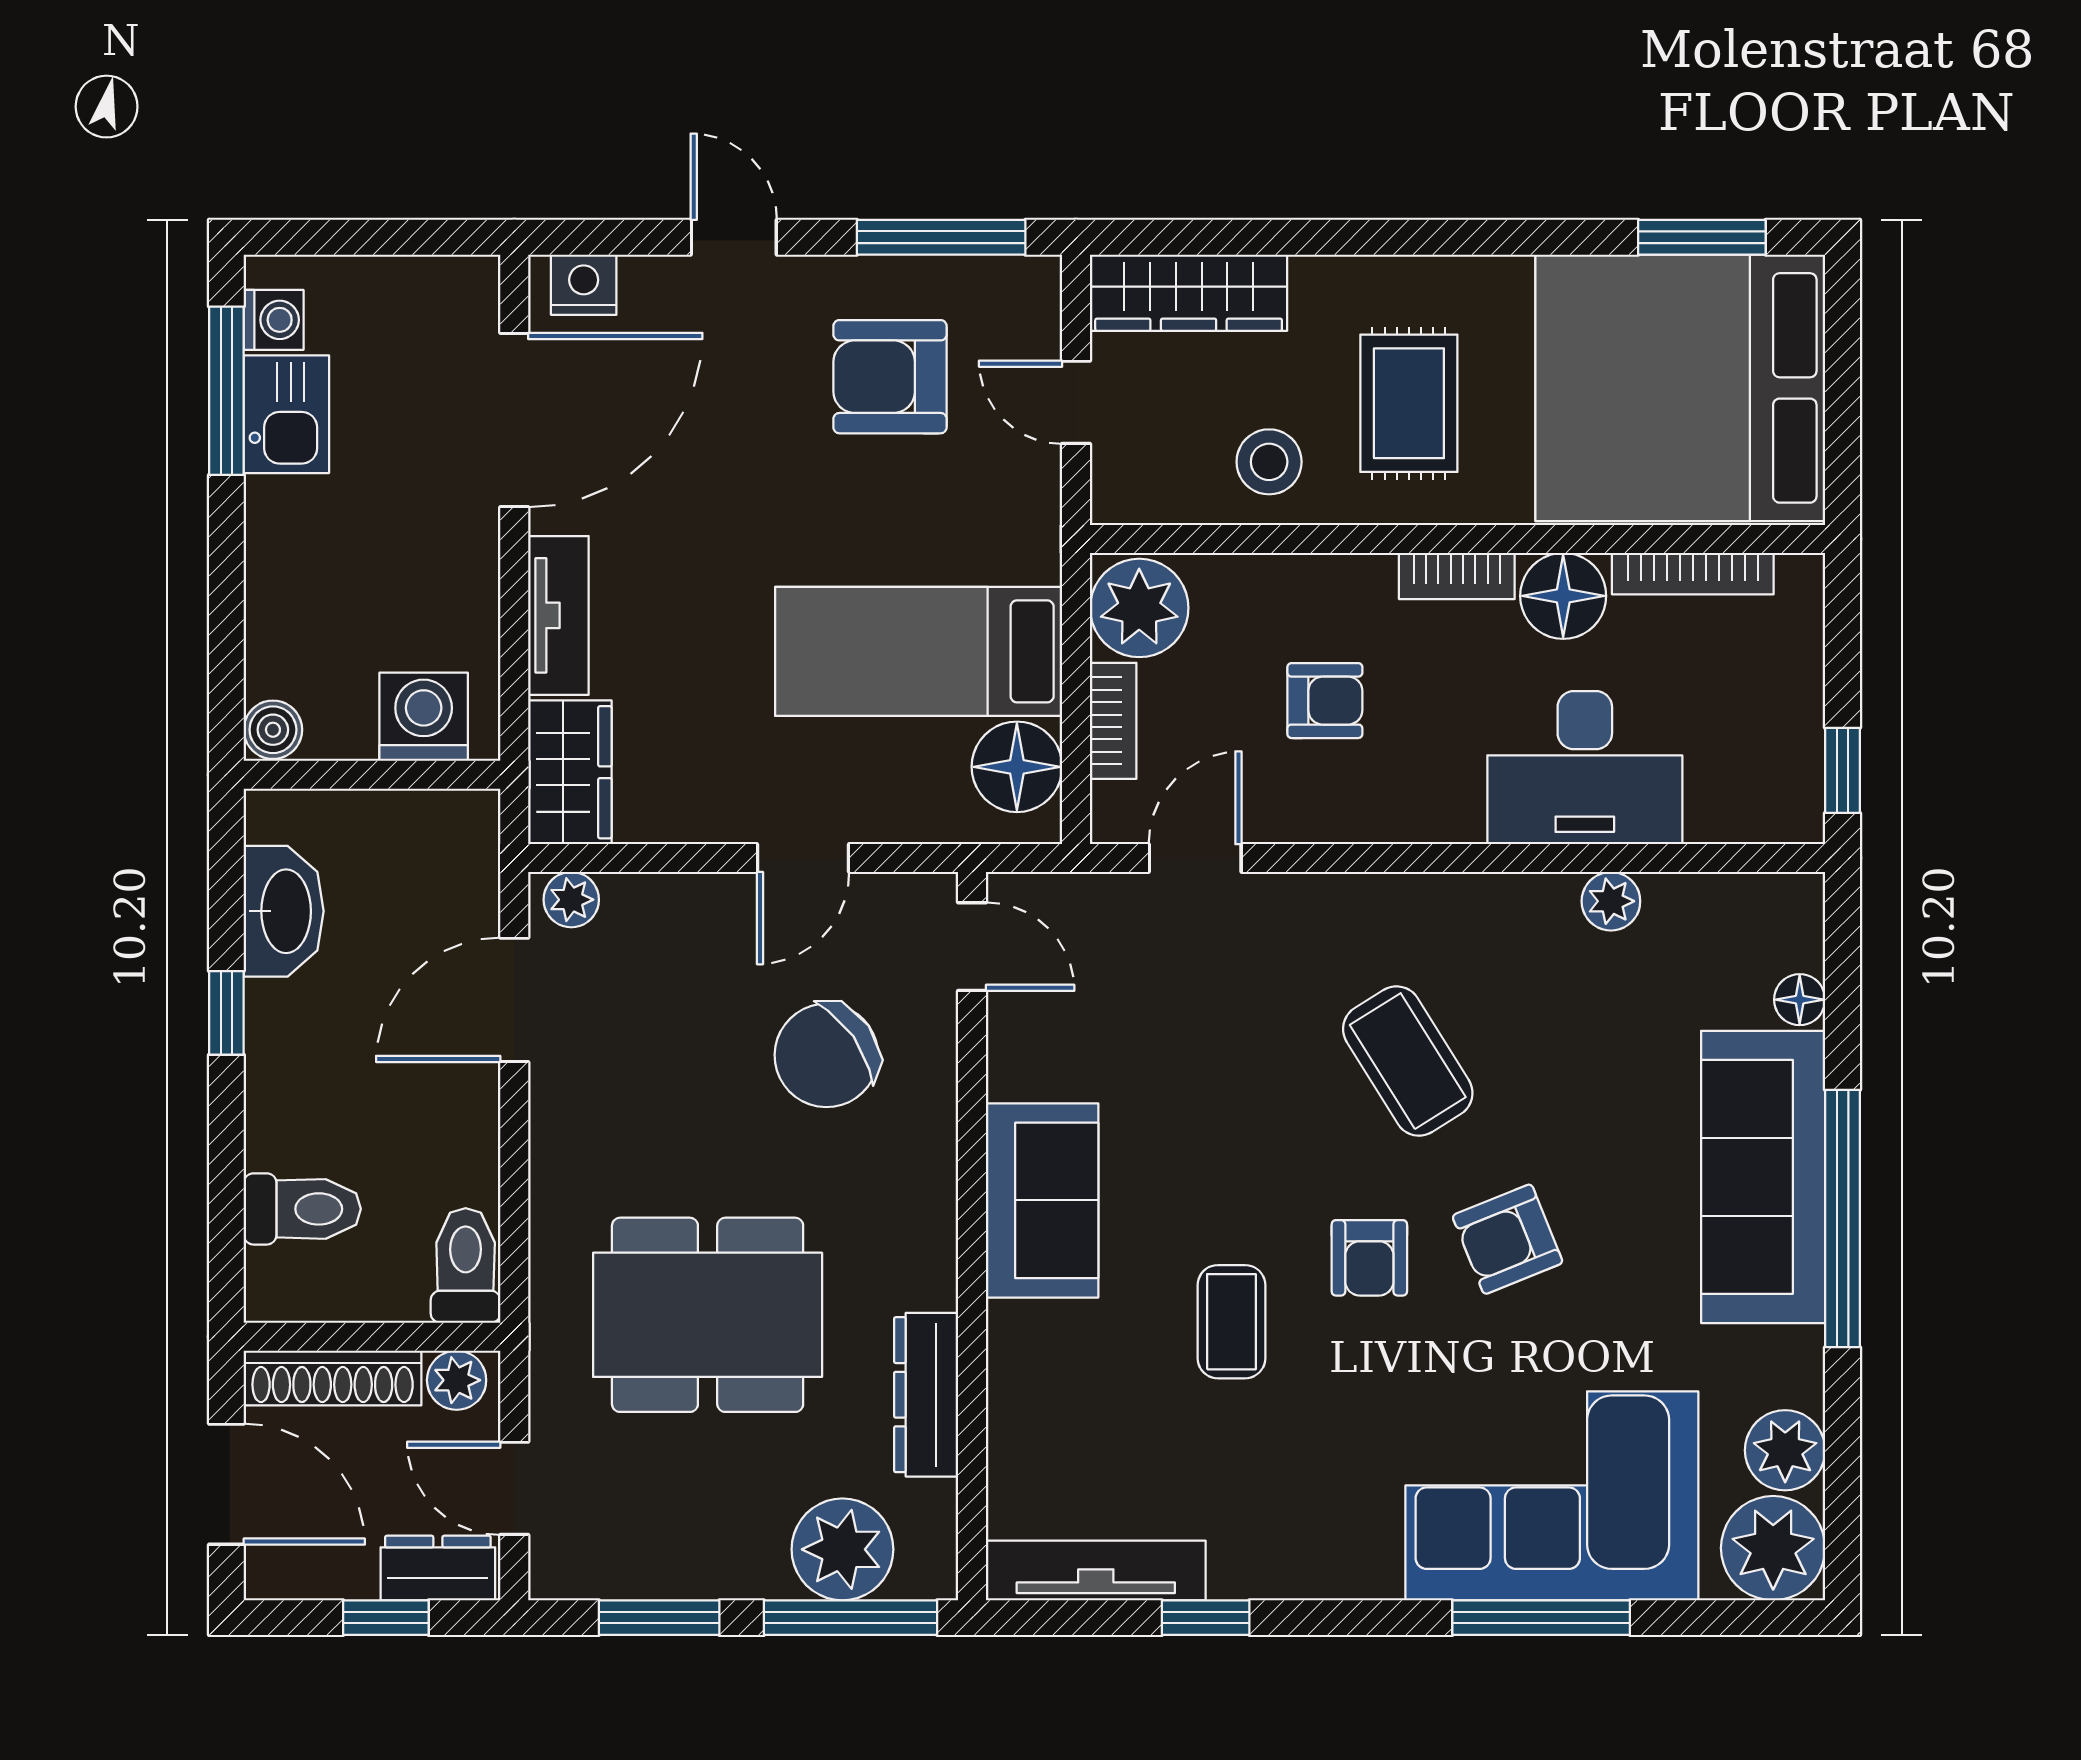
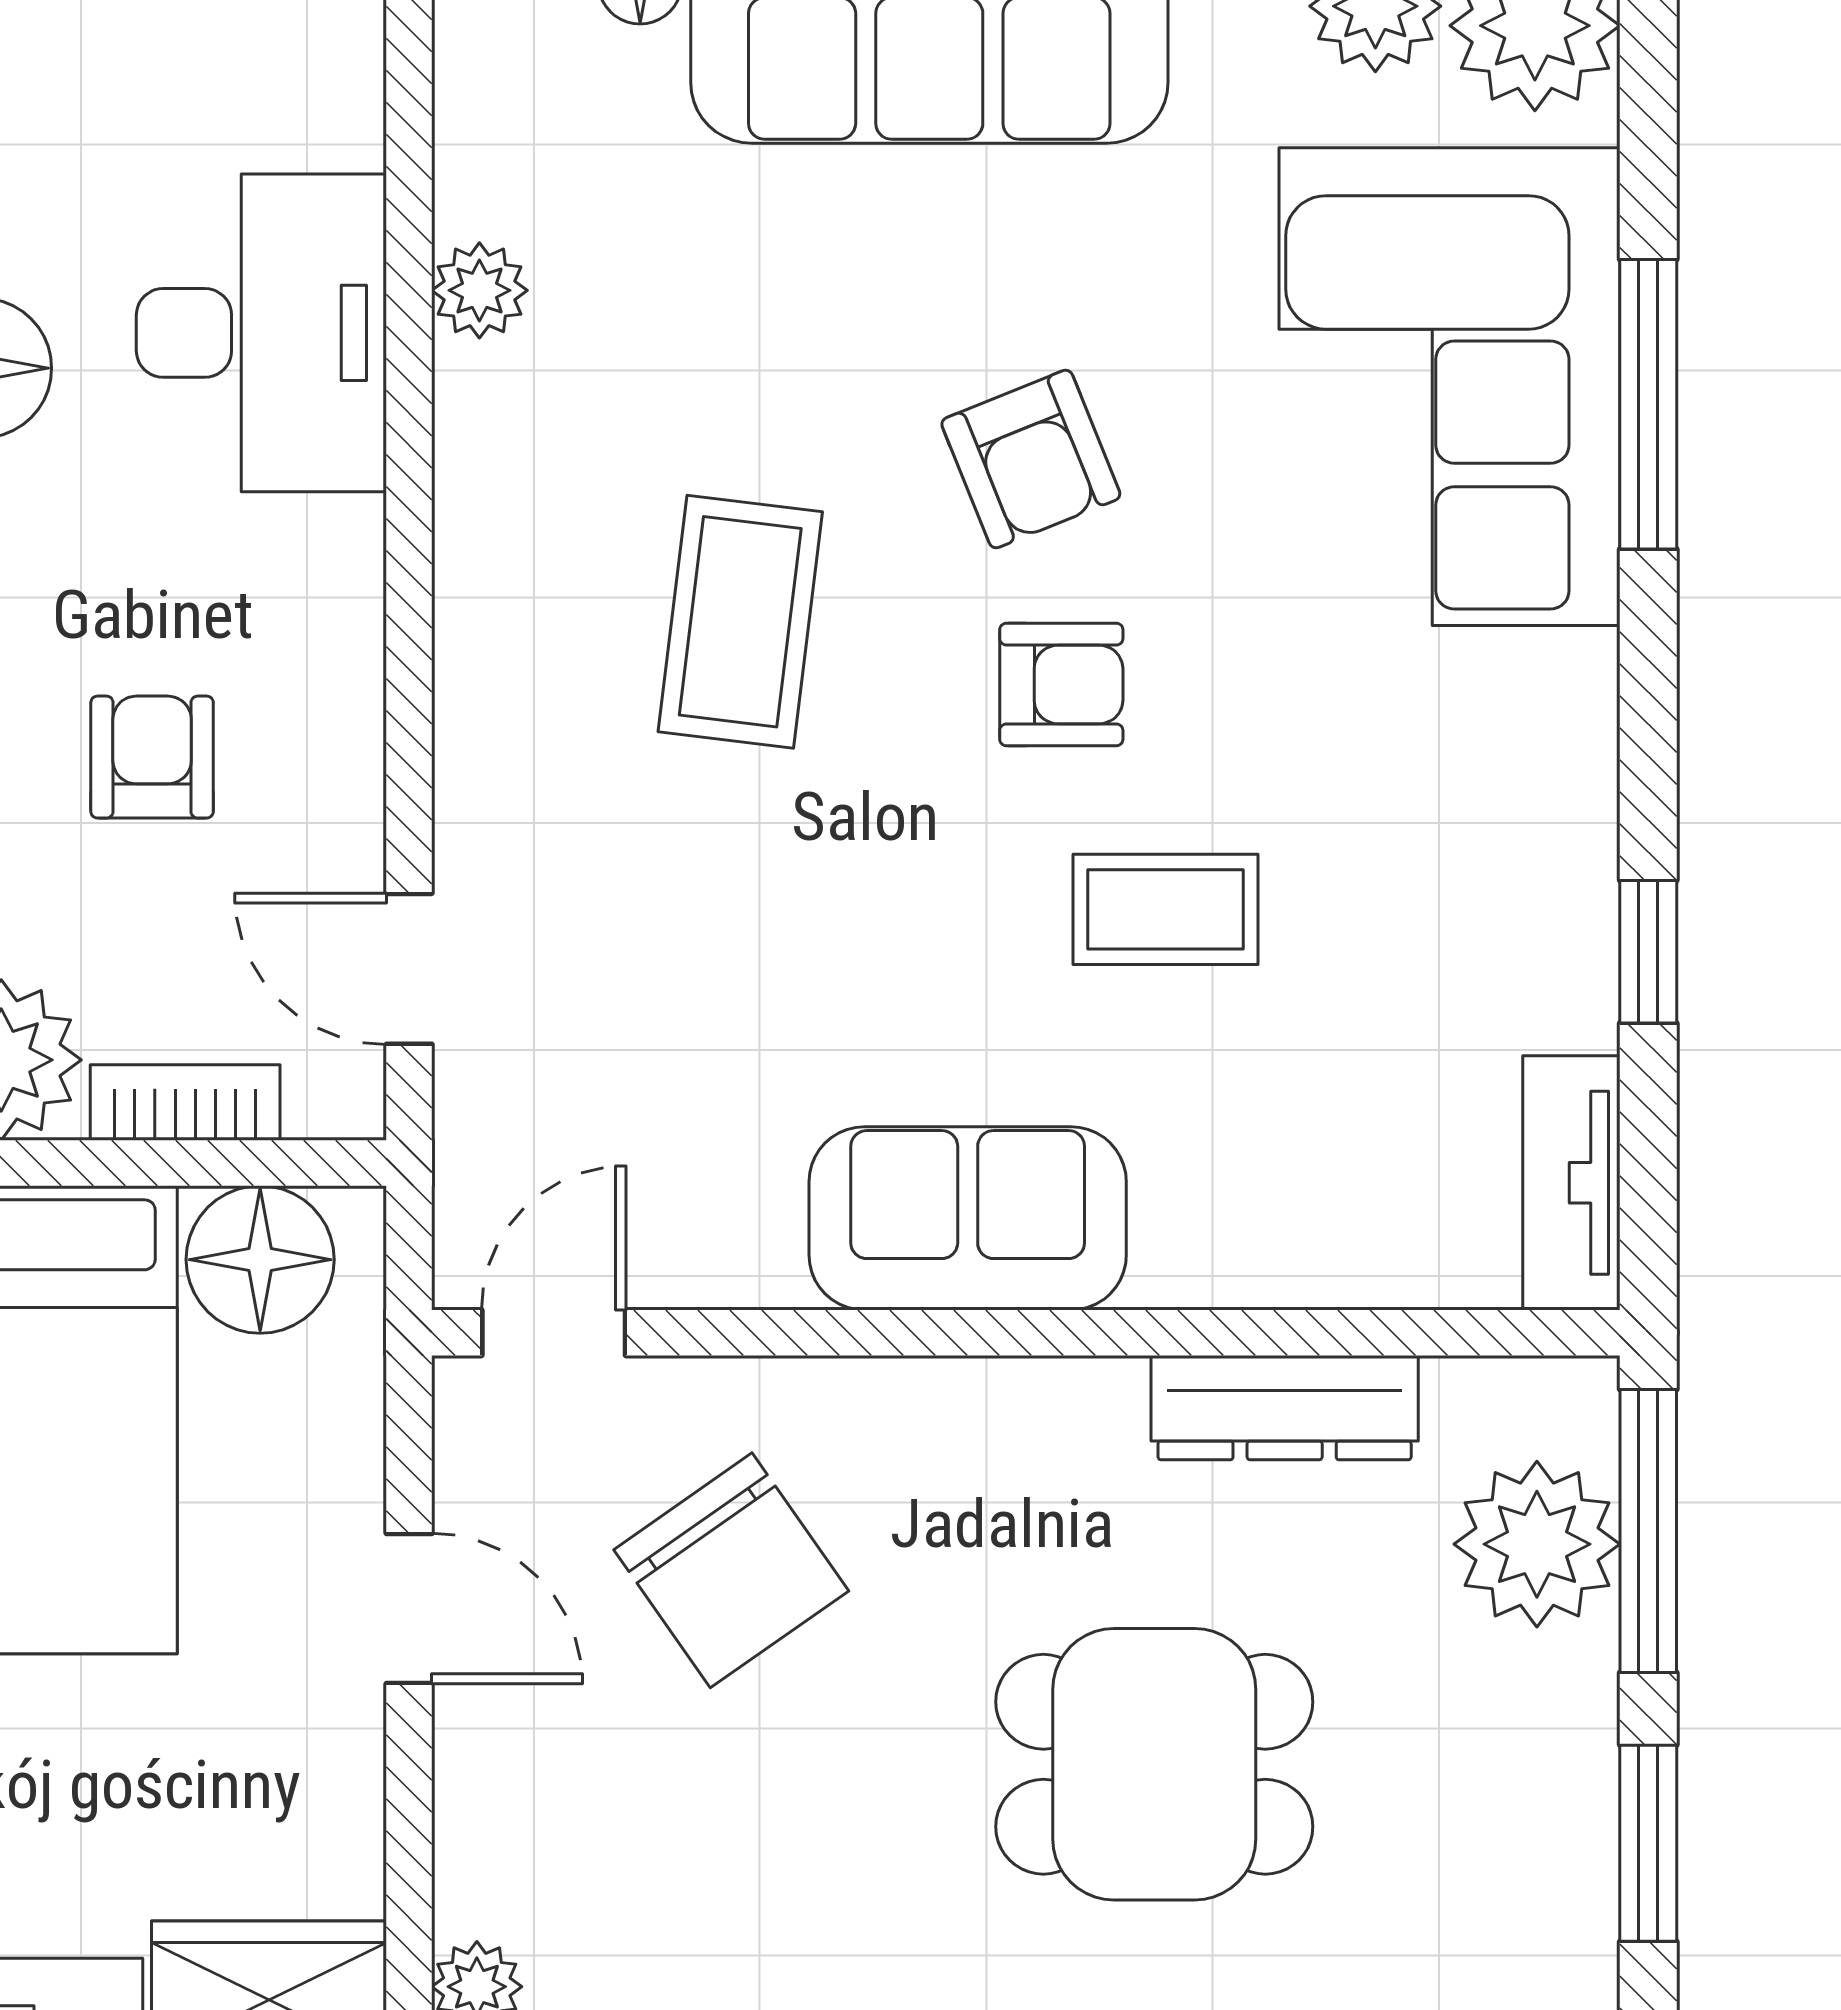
coffee table: (1408, 1061) -> (740, 622), turned -51
dining table: (708, 1315) -> (1154, 1764), width x0.73
tv unit: (1096, 1570) -> (1571, 1183), width x0.71

